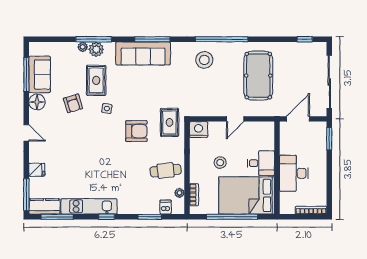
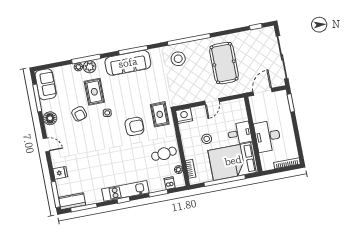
sofa: (40, 74) -> (46, 84), moved
kitchen unit: (89, 206) -> (125, 191), moved

